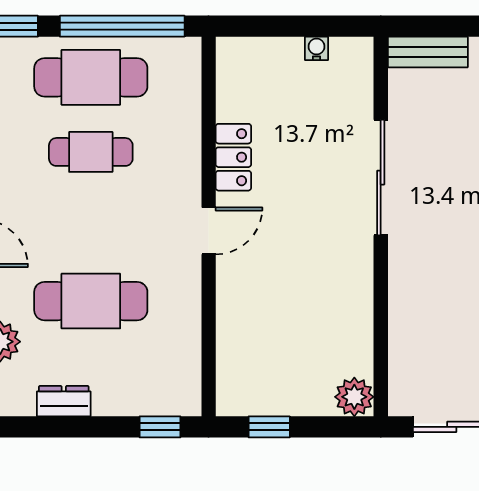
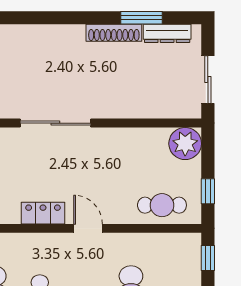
cafe table: (246, 352) -> (162, 205), added
plant: (354, 397) -> (185, 144), width x1.36, depth x1.36

